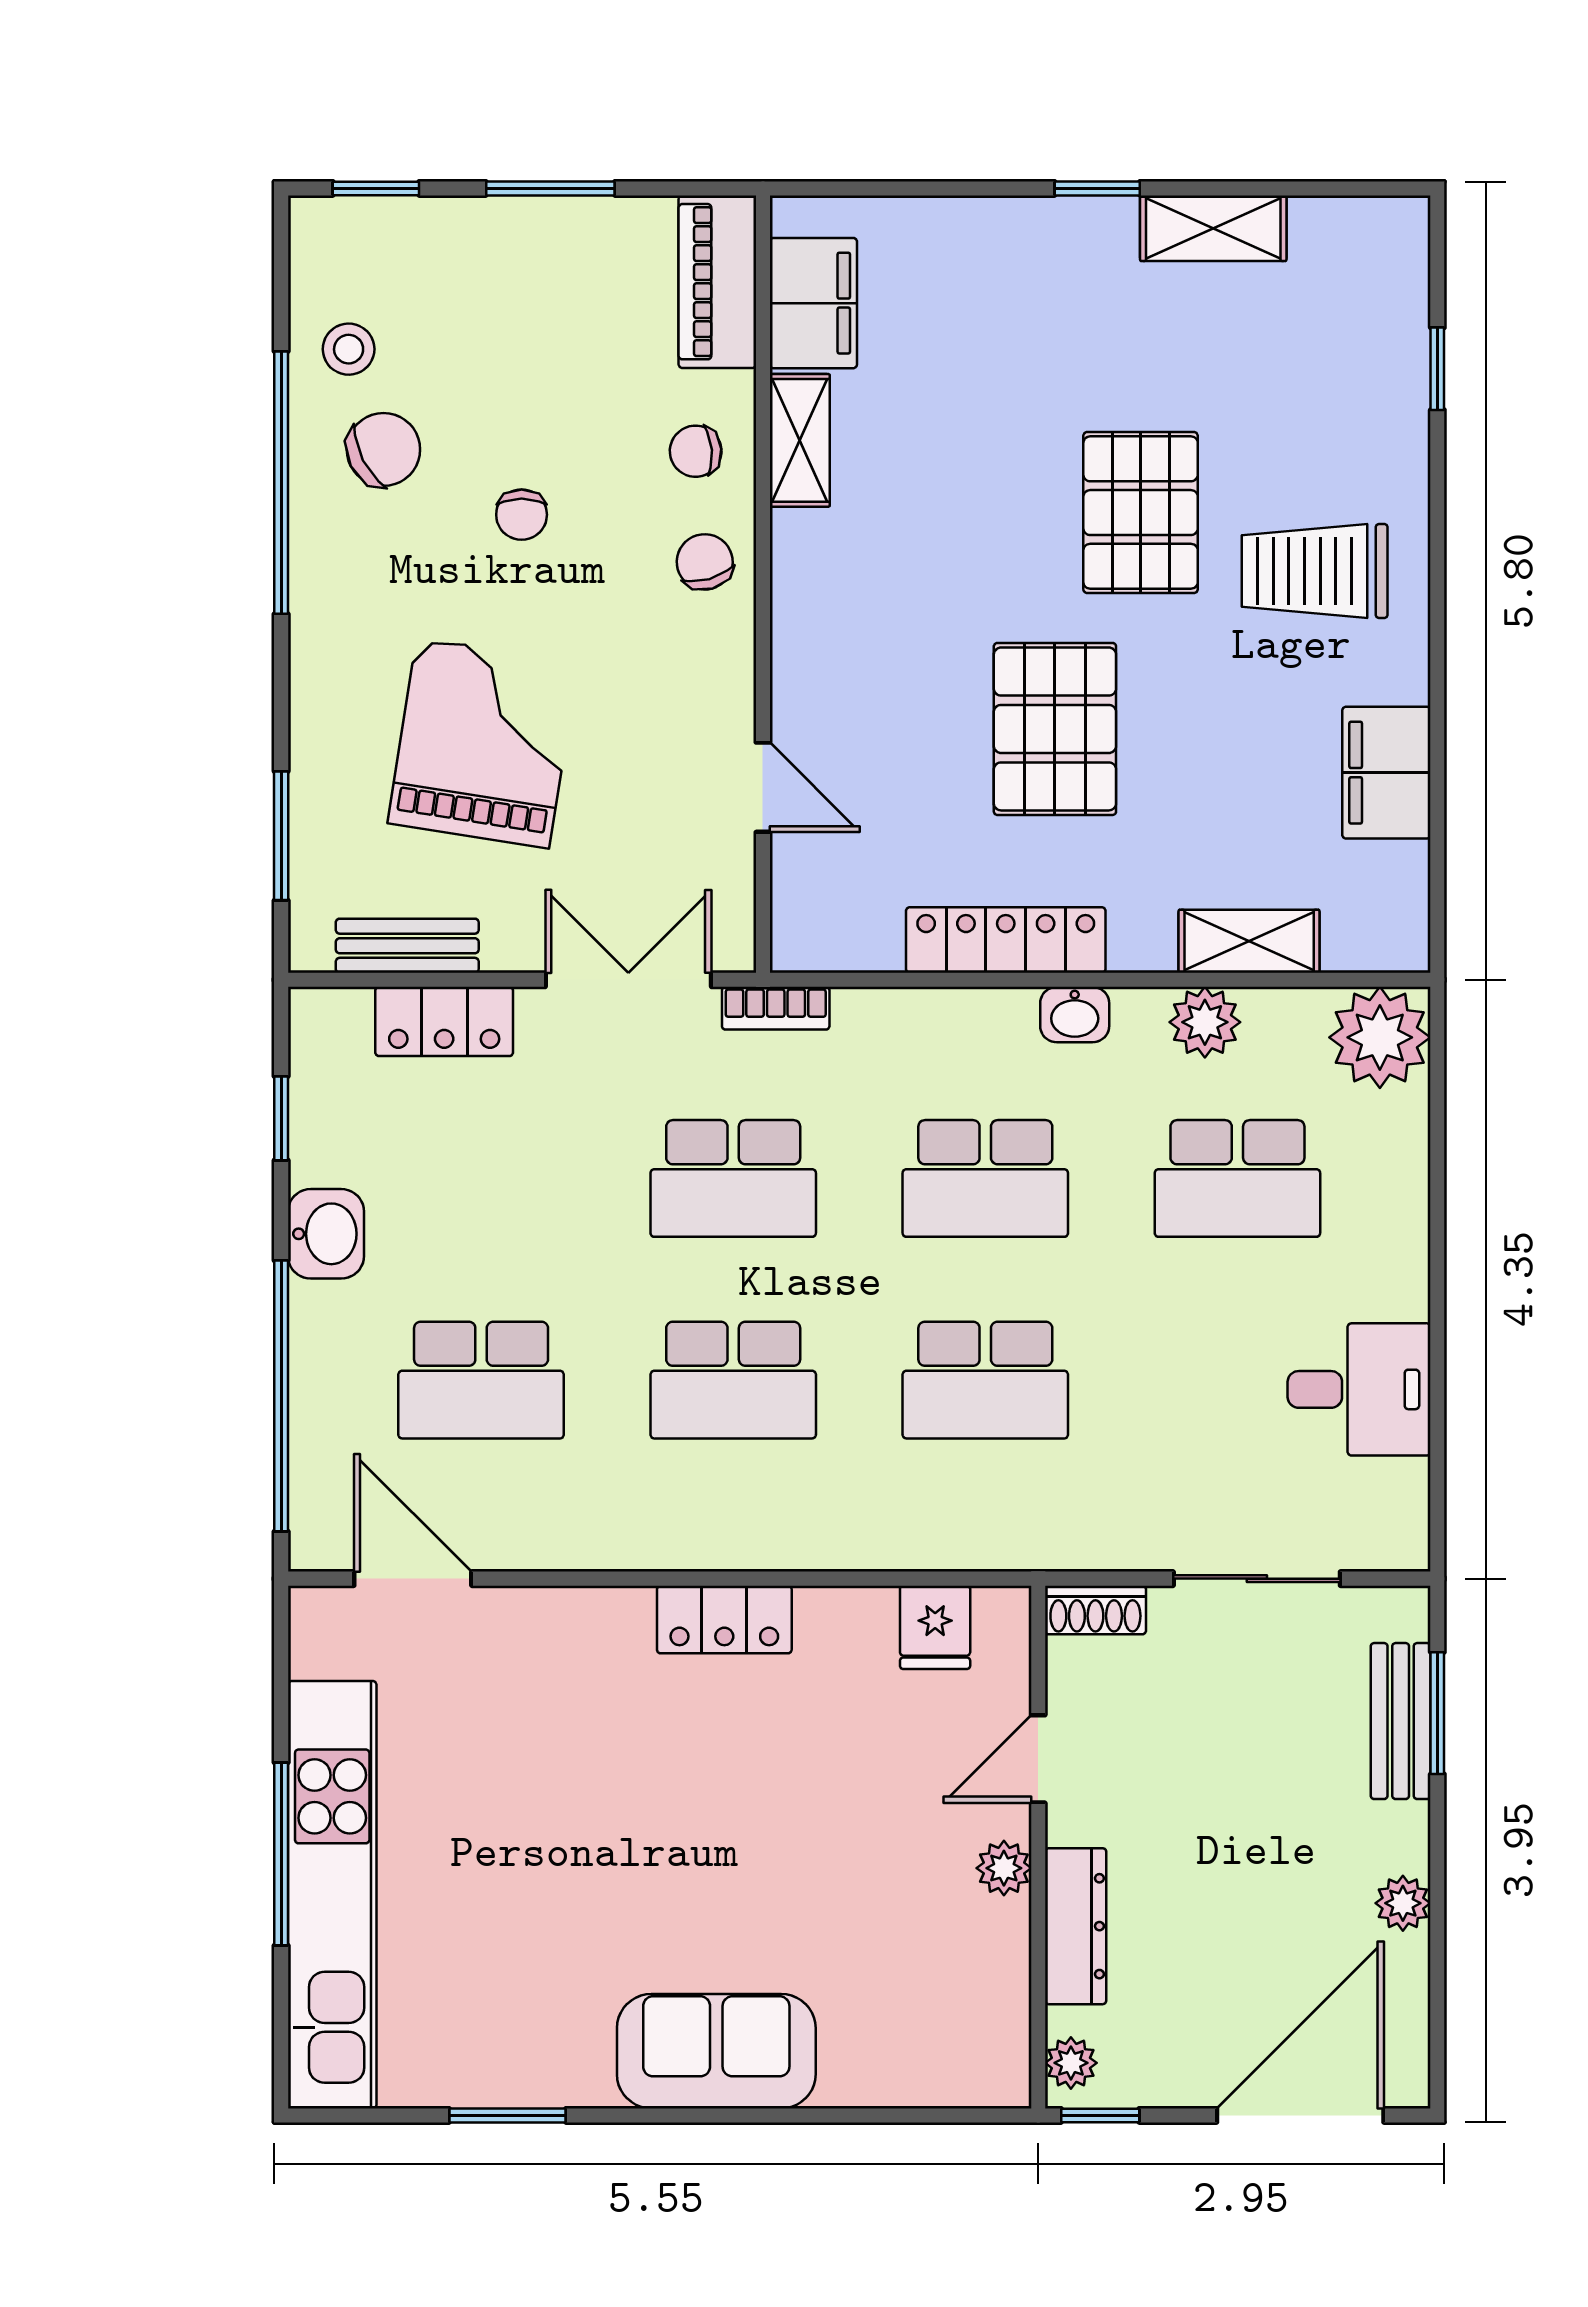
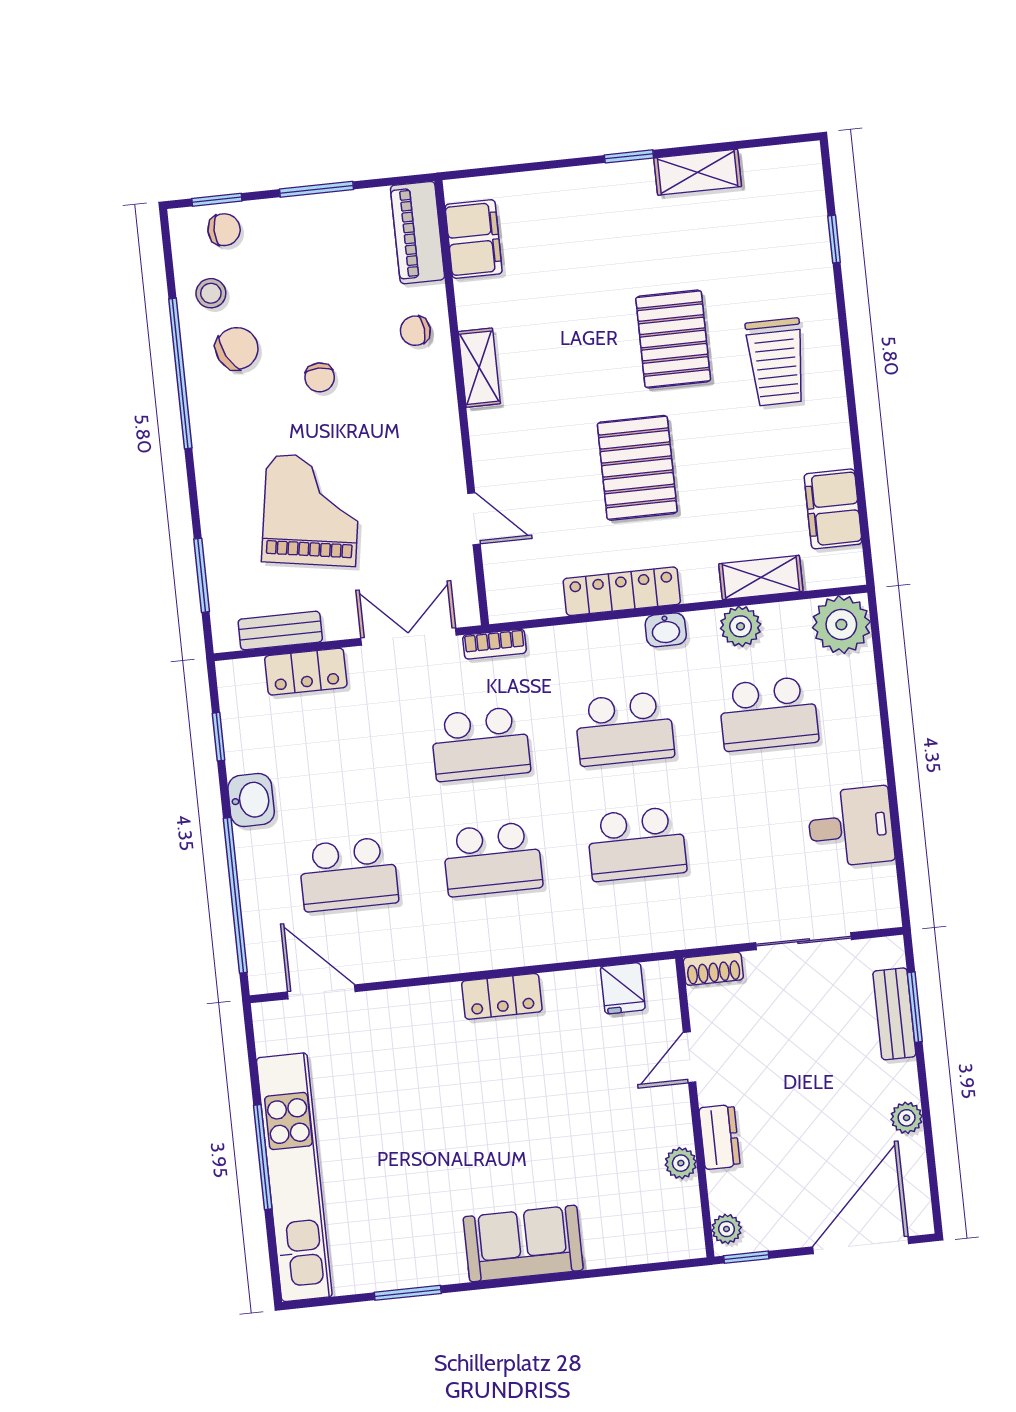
shelving: (800, 440) -> (479, 368), moved
chair: (705, 562) -> (224, 230), moved, turned 106
trolley: (1315, 571) -> (776, 362), turned -90
filing cabinet: (1386, 773) -> (833, 509), moved
plant: (1004, 1868) -> (681, 1163), moved
dresser: (1076, 1926) -> (720, 1137), width x0.70

